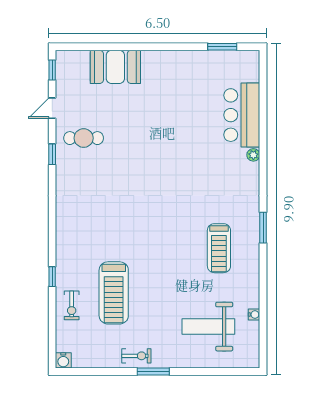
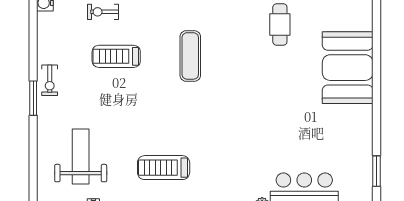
booth: (115, 67) -> (348, 68), width x1.36, depth x1.42
exercise mat: (113, 223) -> (190, 56), added
treadmill: (114, 293) -> (116, 56), width x0.73, depth x0.73

